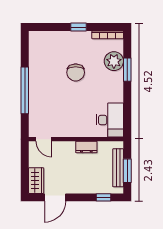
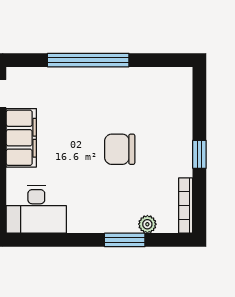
plant: (114, 61) -> (147, 224), width x0.53, depth x0.53
filing cabinet: (69, 129) -> (21, 138), added

